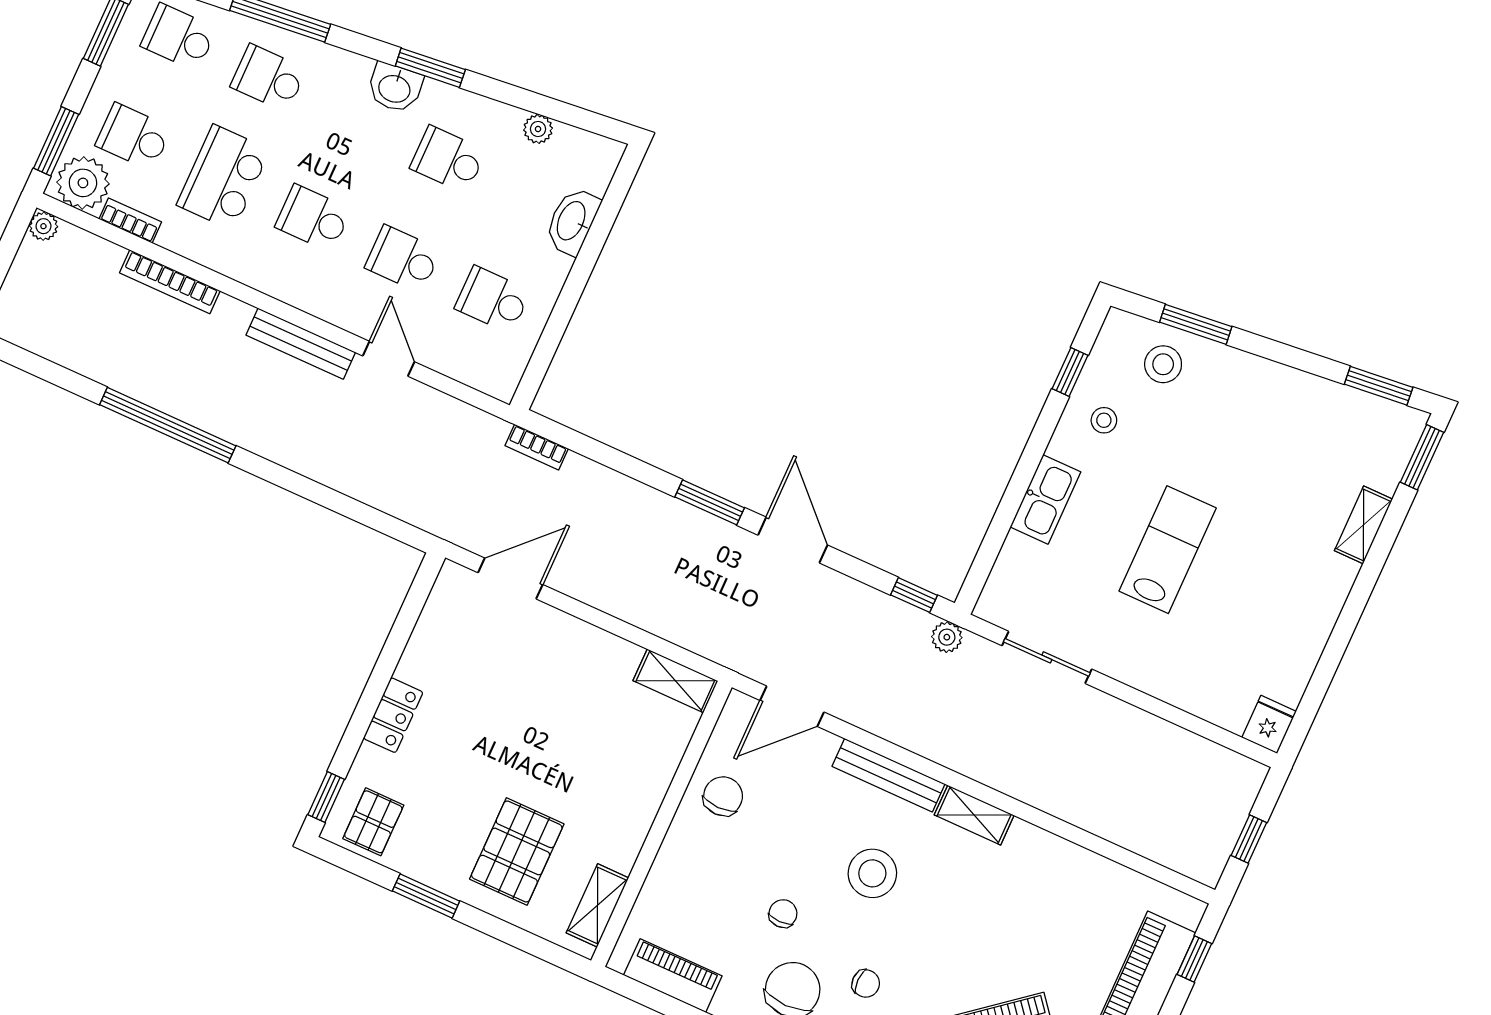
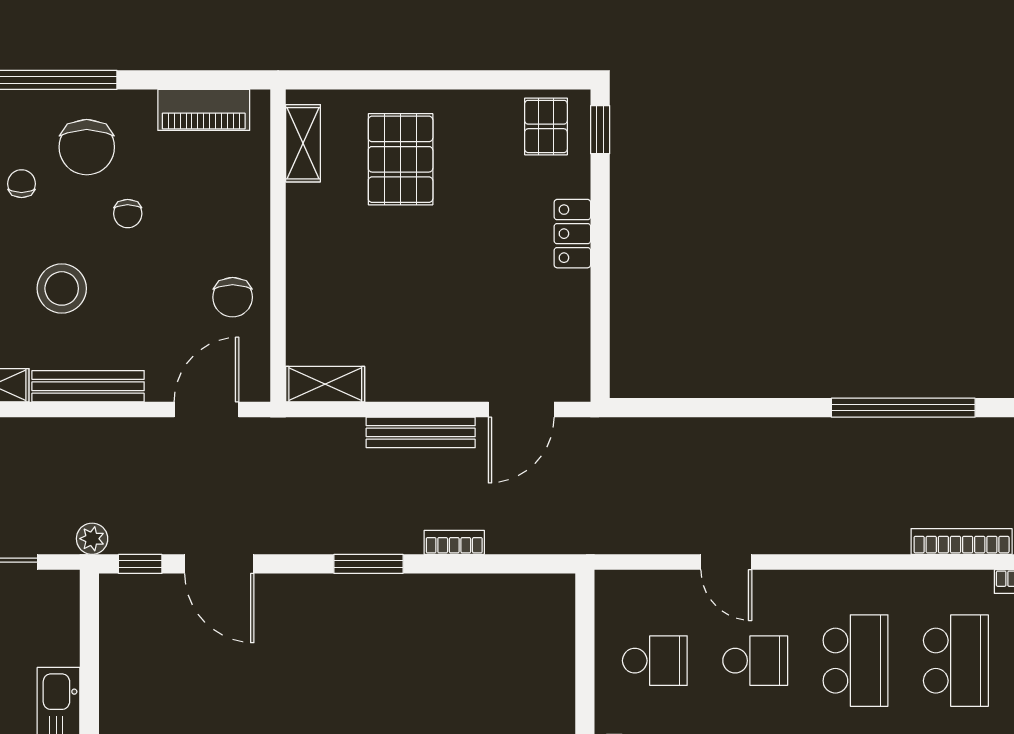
school desk: (313, 218) -> (856, 661), width x1.85
bench: (301, 344) -> (421, 432), moved
bookcase: (537, 447) -> (454, 542), moved
door: (793, 540) -> (219, 564), moved
window: (426, 896) -> (466, 80), removed
chair: (866, 983) -> (22, 184), turned 90

